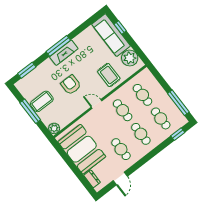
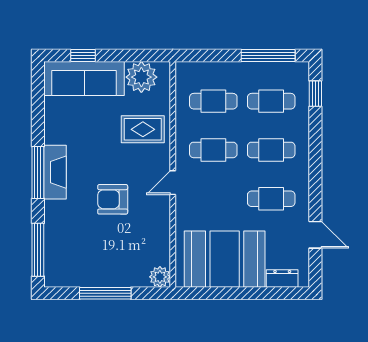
window: (27, 70) -> (38, 250), width x1.44
coffee table: (42, 101) -> (104, 264), removed

